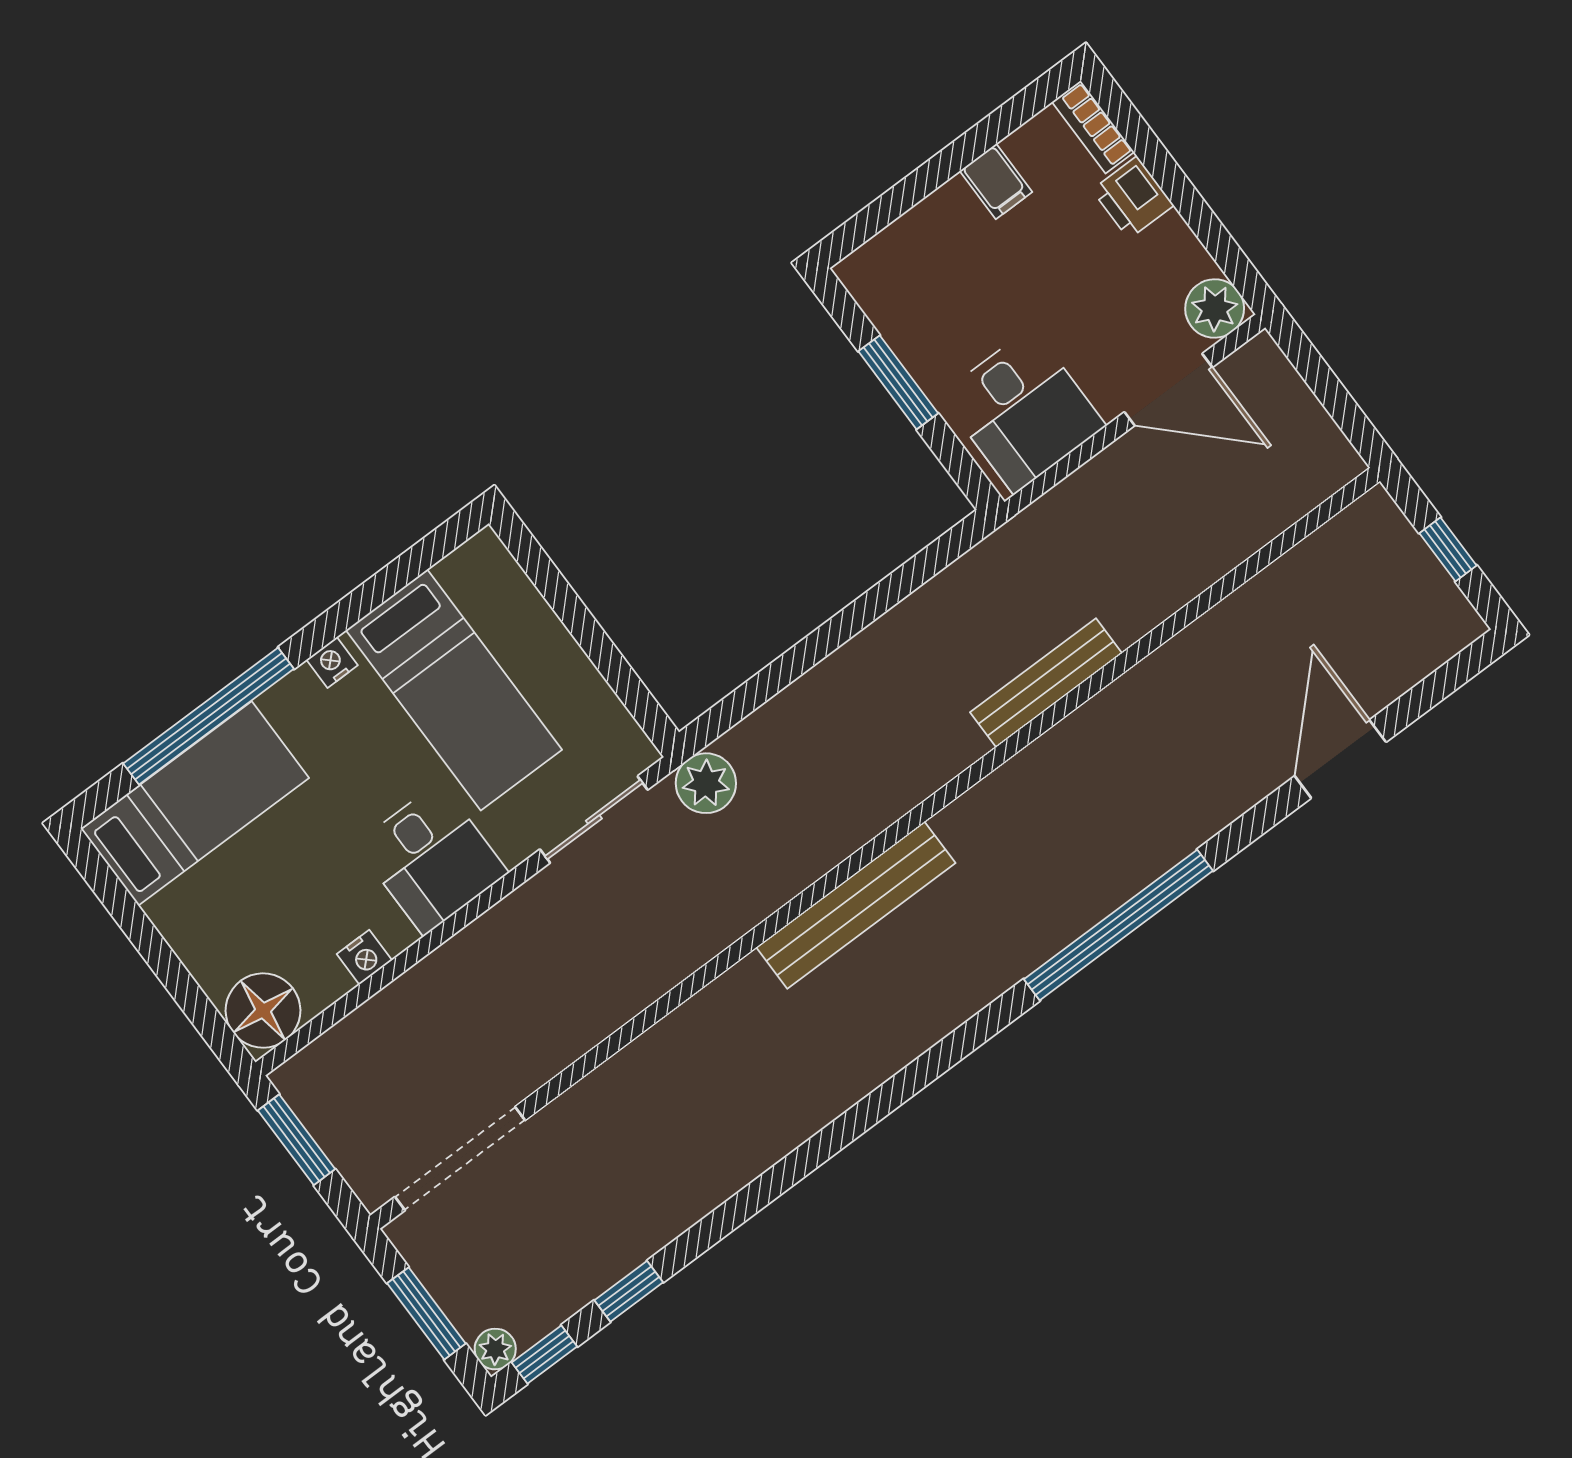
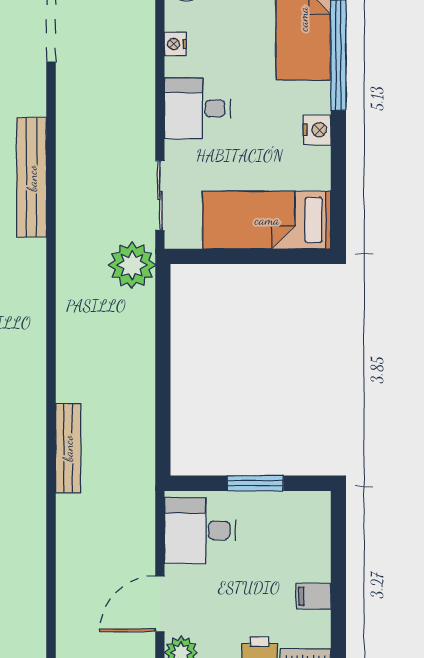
nightstand: (332, 663) -> (317, 130), width x1.39, depth x1.35
bed: (454, 690) -> (267, 220), moved
plant: (706, 783) -> (132, 265), width x1.36, depth x1.36
bench: (856, 905) -> (32, 178), moved

